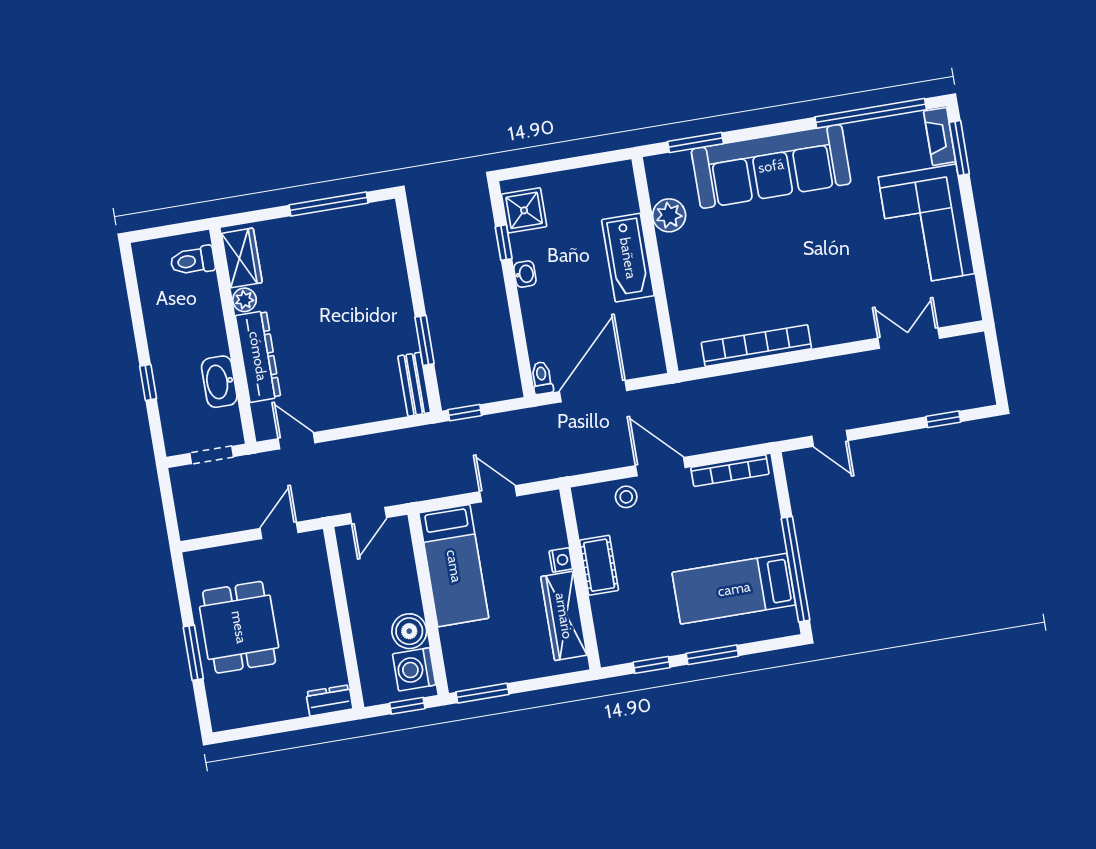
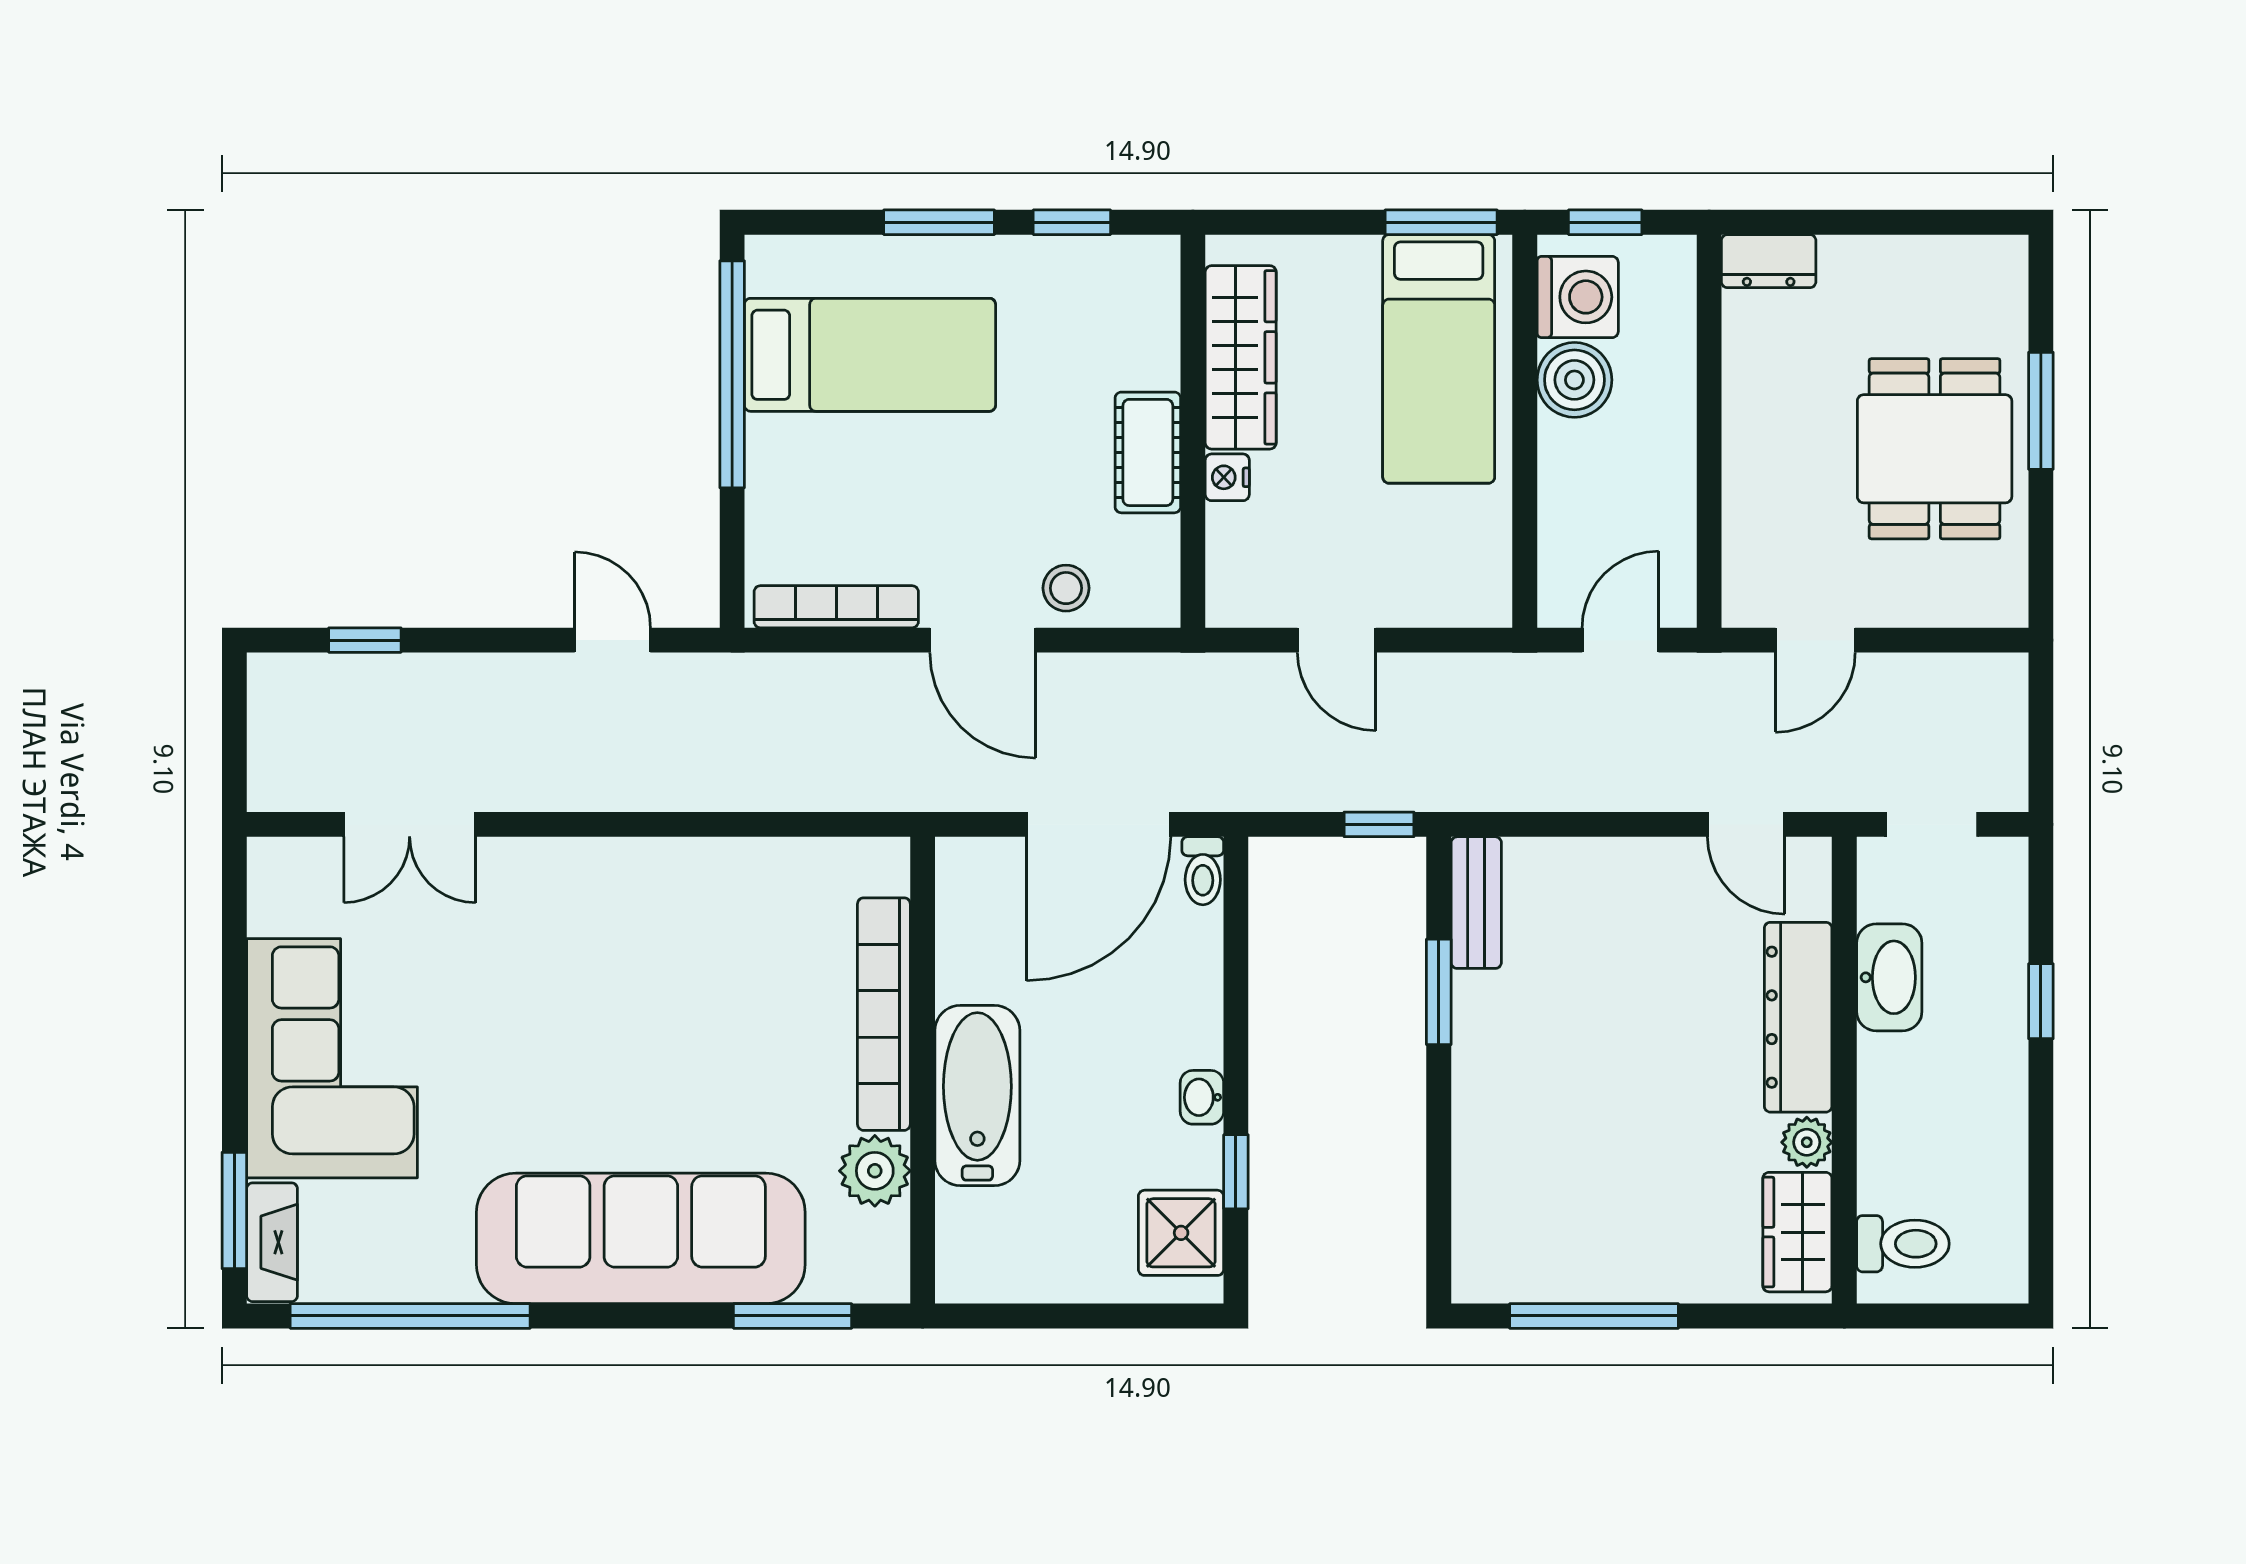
bookcase: (756, 346) -> (884, 1014), moved, turned 90
bed: (454, 566) -> (1439, 359), moved, turned 180

